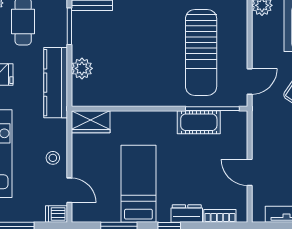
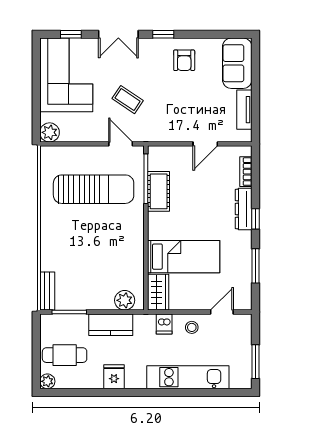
plant: (82, 68) -> (125, 300), moved
kitchen counter: (56, 83) -> (111, 325), width x0.67
bed: (138, 184) -> (184, 257), moved, turned 180
dishwasher: (57, 214) -> (164, 324), moved
dresser: (187, 214) -> (244, 209), width x1.44

